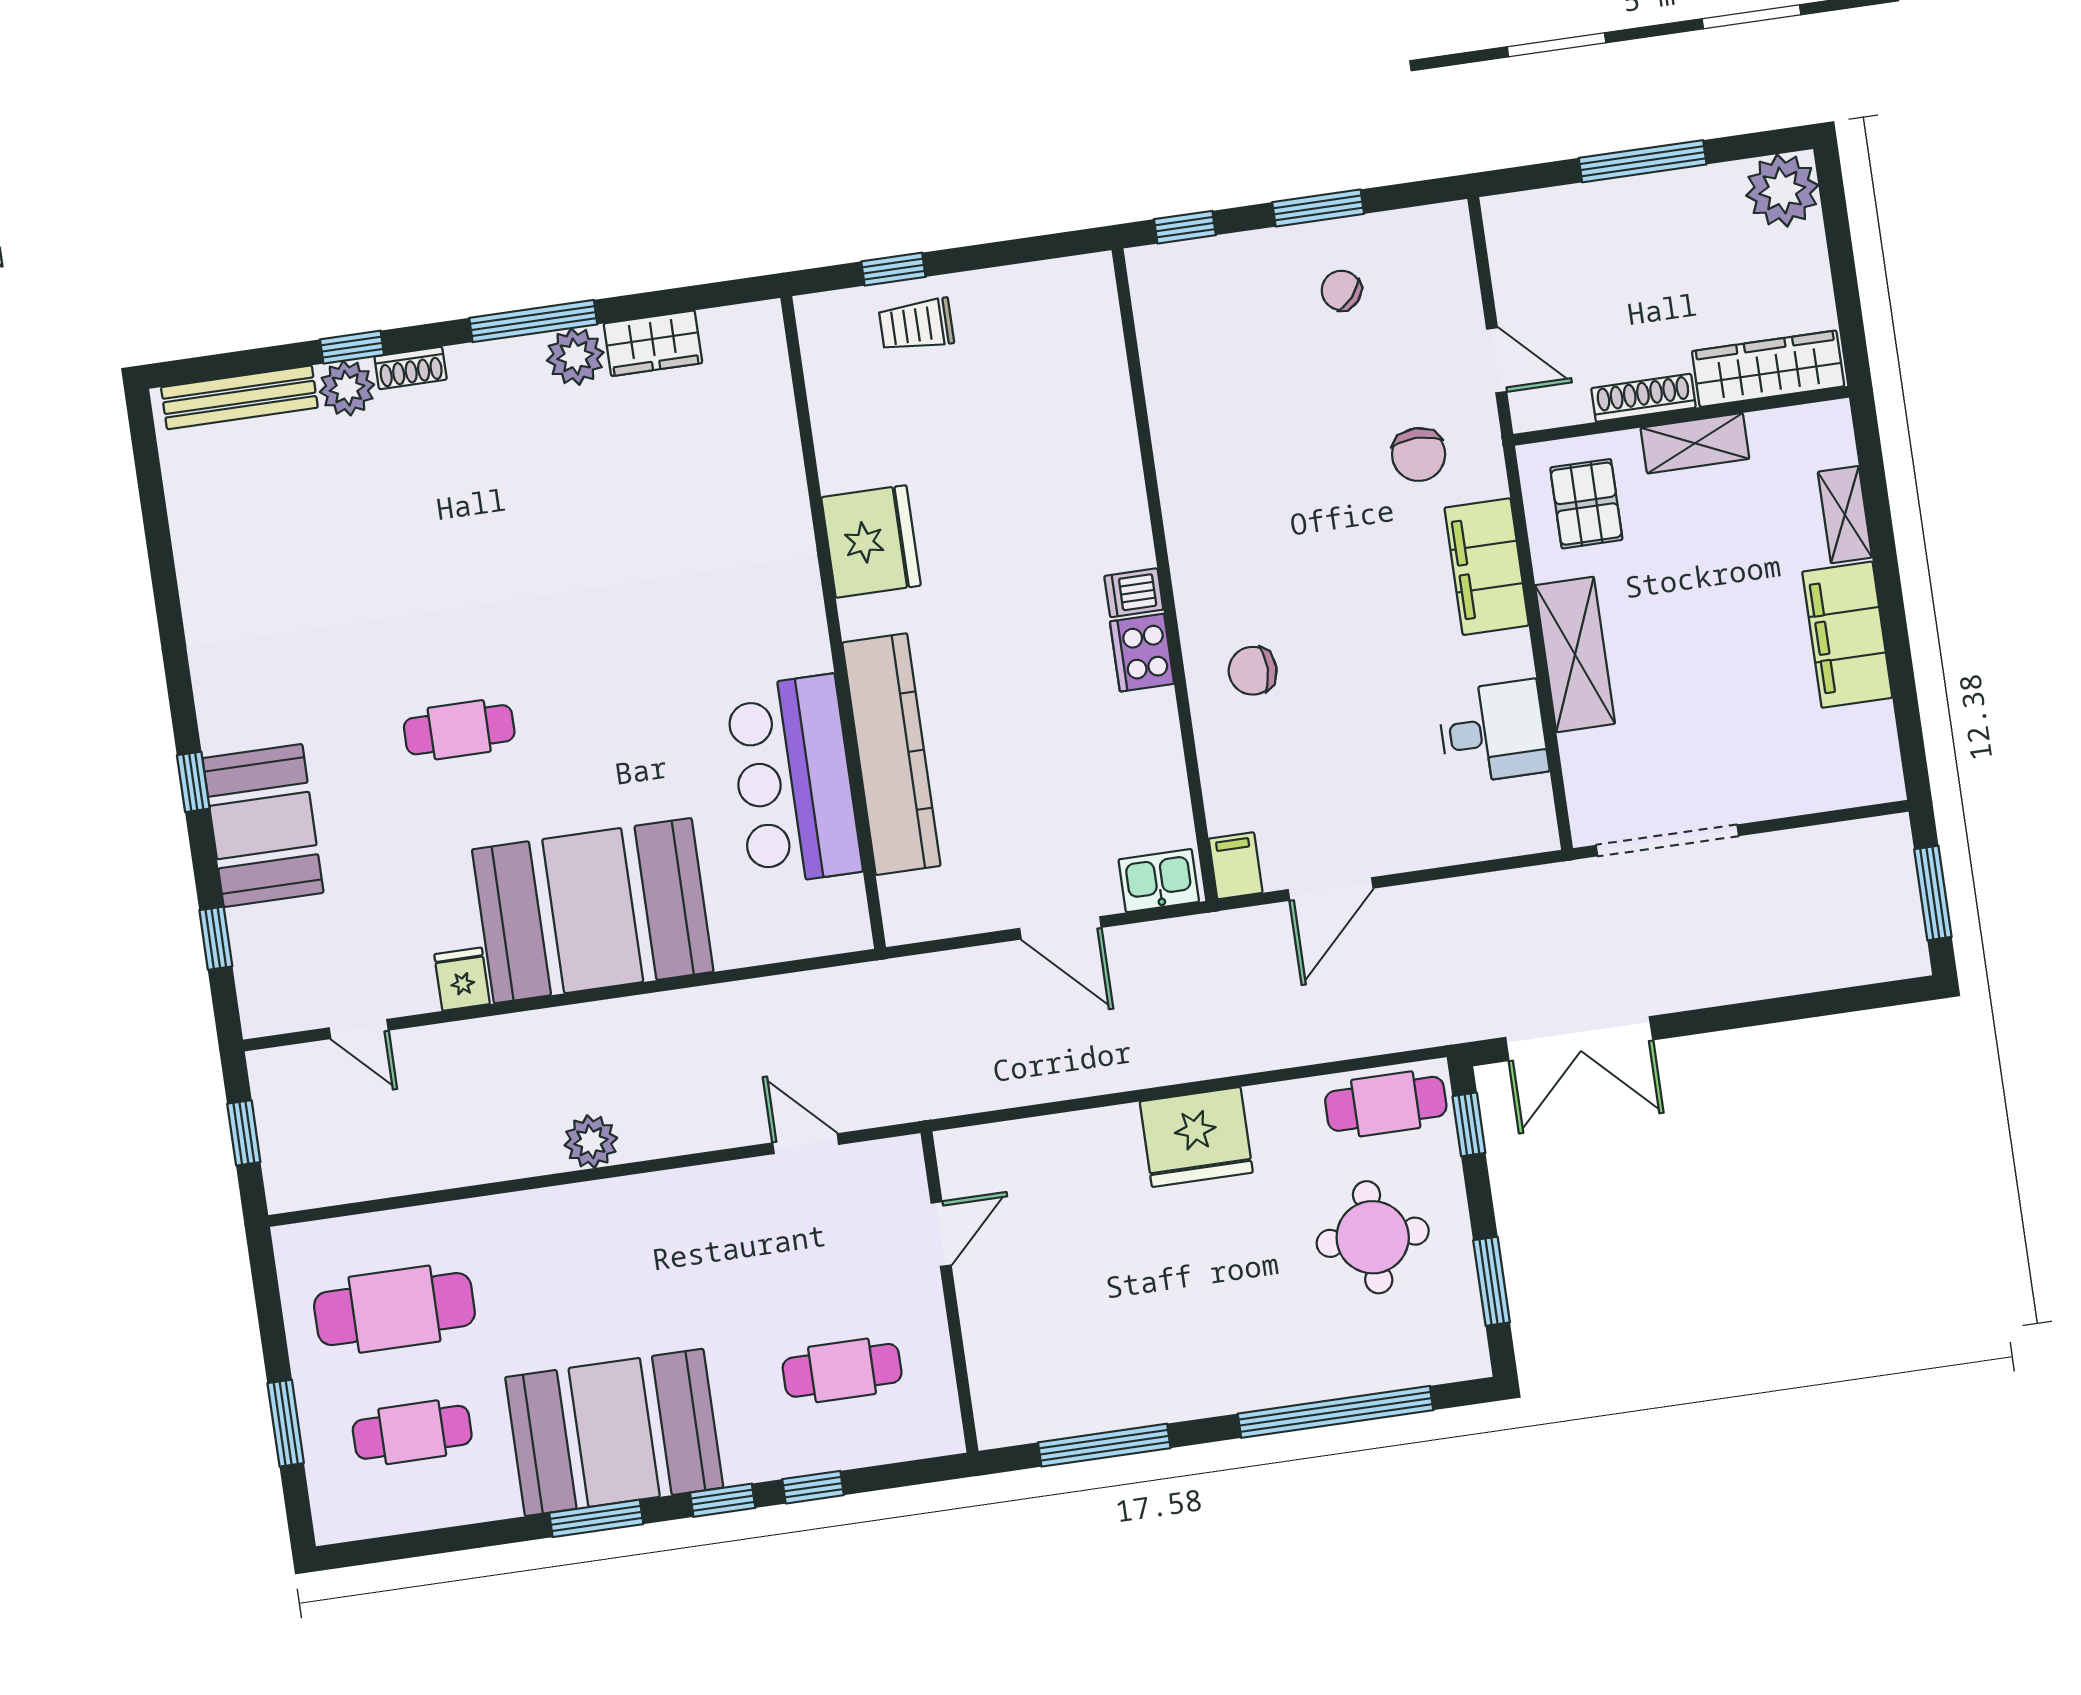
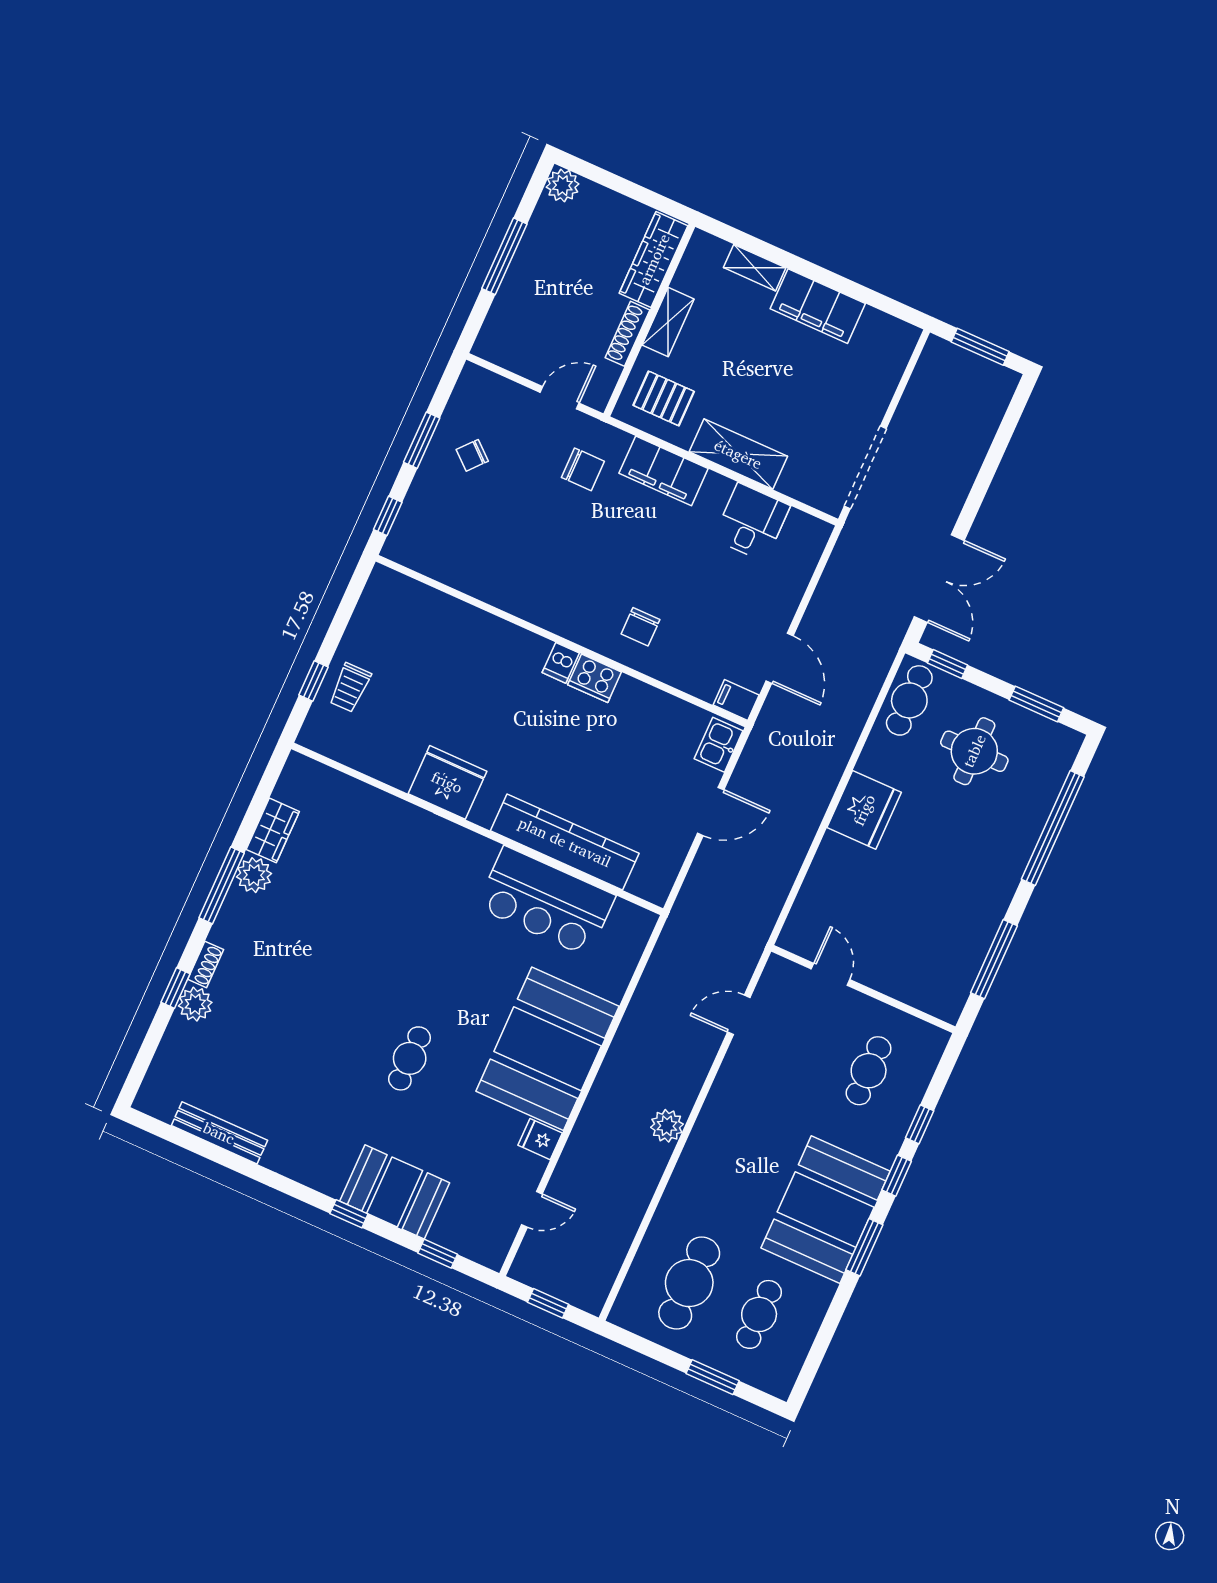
plant: (1782, 190) -> (563, 185), width x0.73, depth x0.73
bench: (239, 397) -> (219, 1133), moved, turned 90

